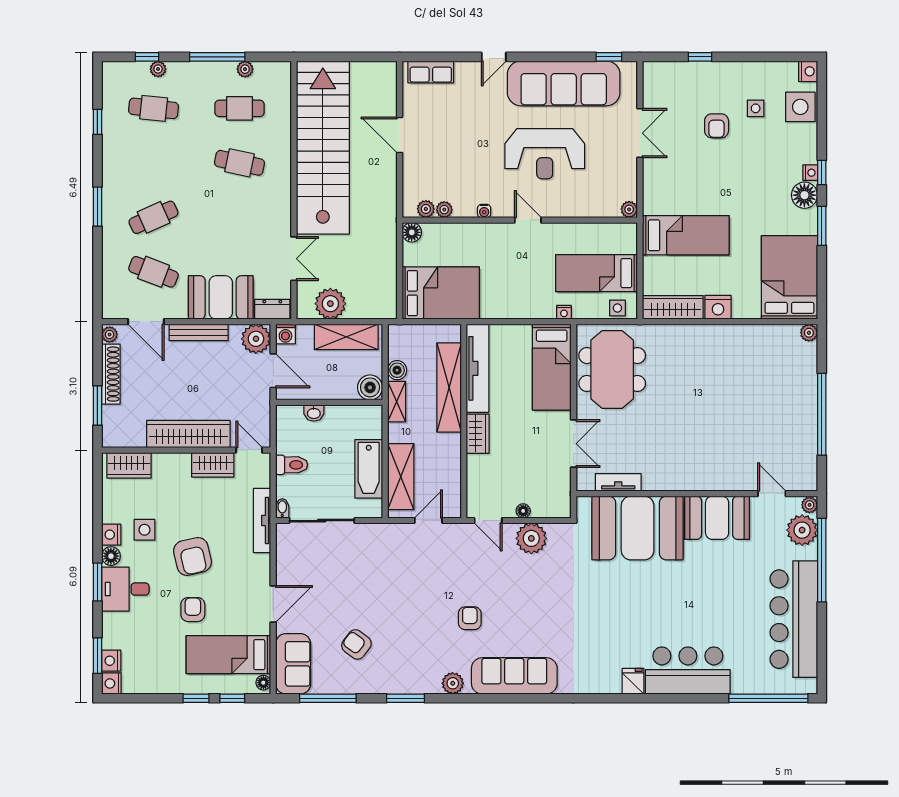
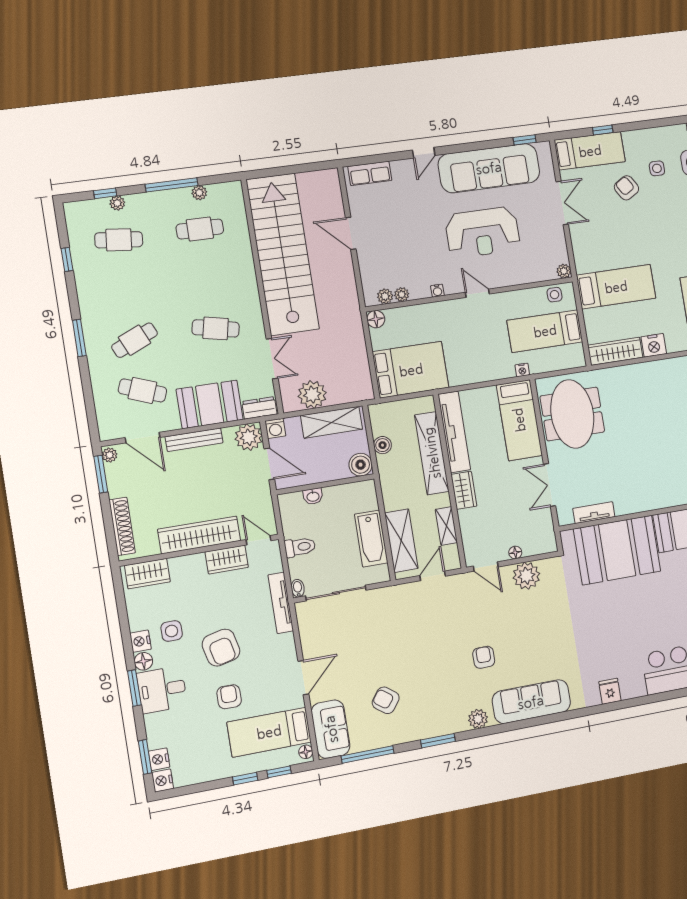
bed: (681, 79) -> (590, 151), added
armchair: (717, 126) -> (626, 188), turned 148
cafe table: (239, 163) -> (216, 328), moved
side table: (617, 308) -> (555, 295), moved
shoe rack: (111, 374) -> (122, 526), moved
shelving: (397, 402) -> (446, 526), moved
window: (97, 405) -> (101, 474), moved
double door: (574, 444) -> (550, 485), swing flipped
fridge: (633, 681) -> (610, 691), moved

